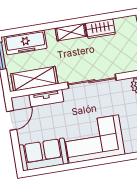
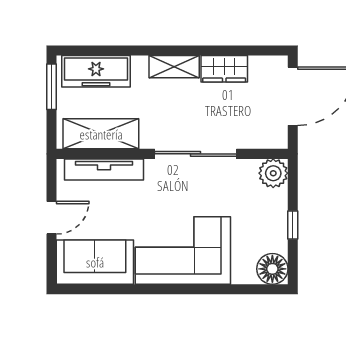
tv unit: (46, 98) -> (104, 169), width x1.41
door: (12, 120) -> (52, 218), moved

